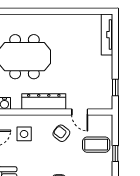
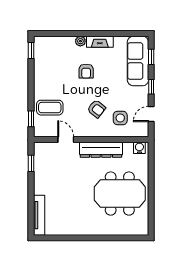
armchair: (61, 133) -> (96, 109), moved
window: (115, 154) -> (31, 119), moved

